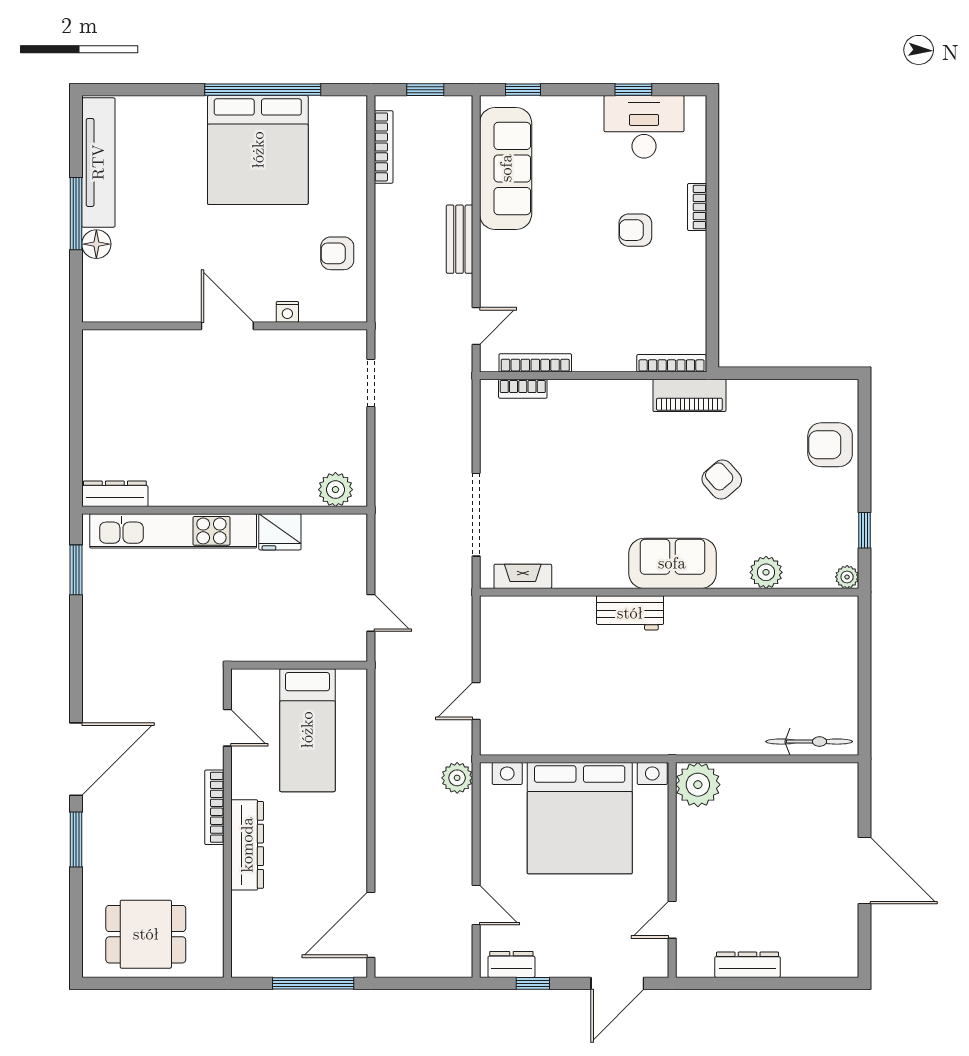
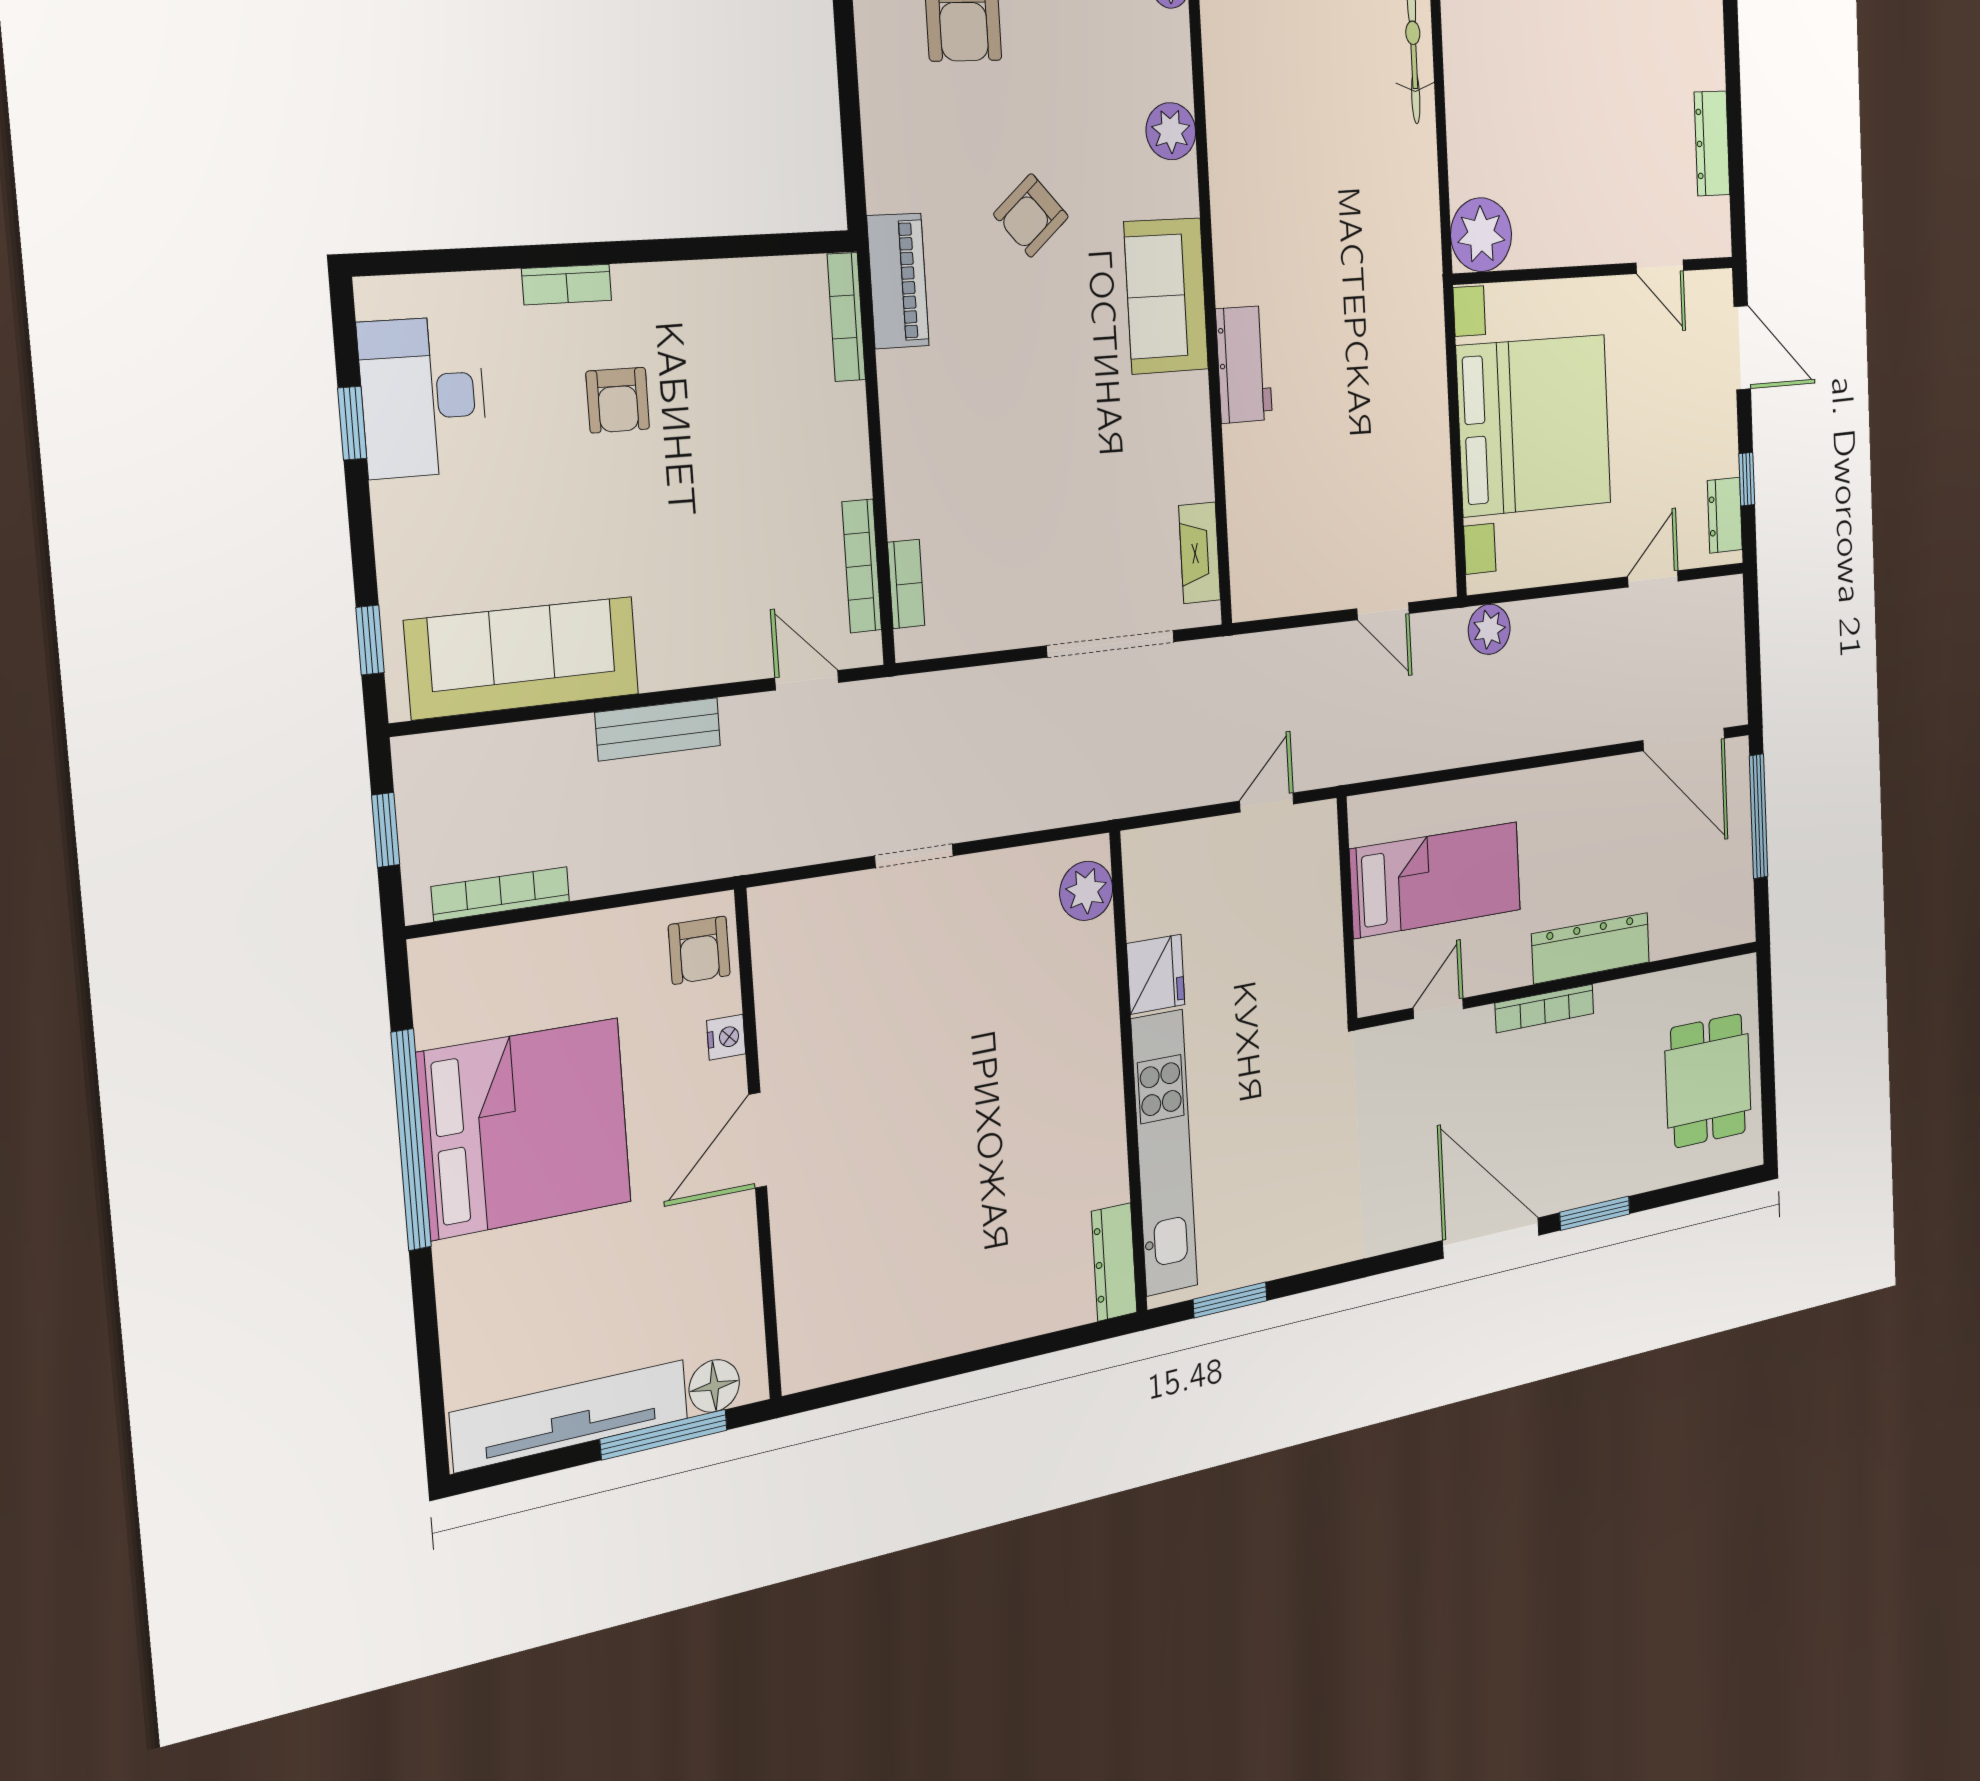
nightstand: (287, 312) -> (726, 1037), moved
wall: (225, 326) -> (758, 1145), moved
door: (227, 326) -> (758, 1140), moved

